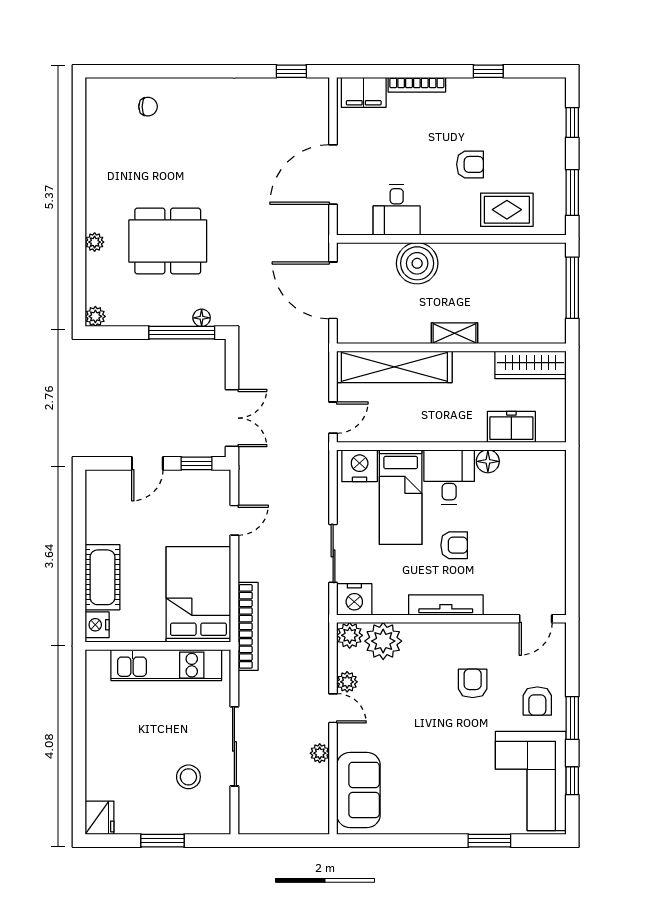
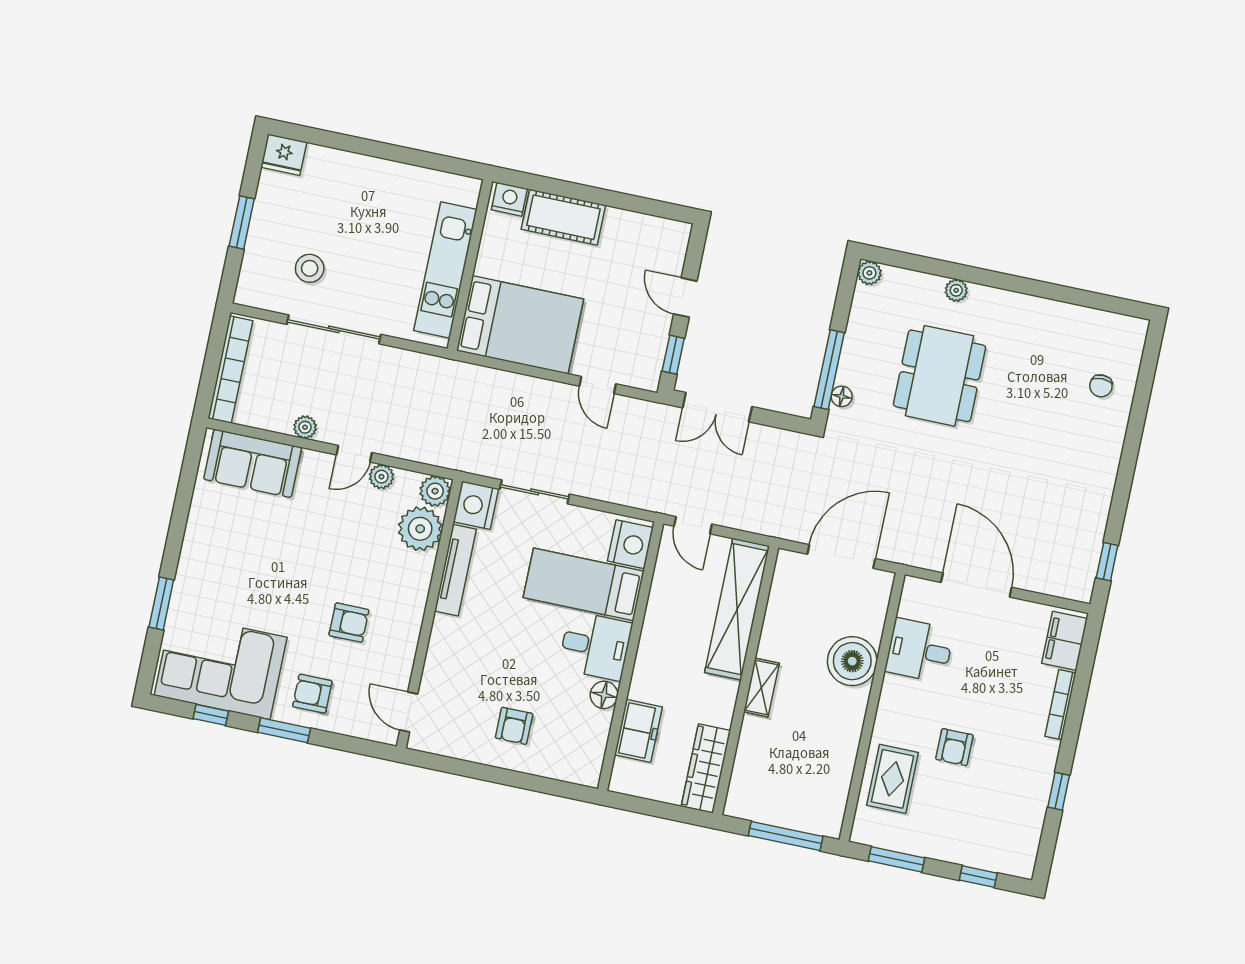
armchair: (454, 545) -> (514, 726), moved
tv unit: (446, 605) -> (455, 570), moved
bookcase: (248, 626) -> (230, 370), moved, turned -90

